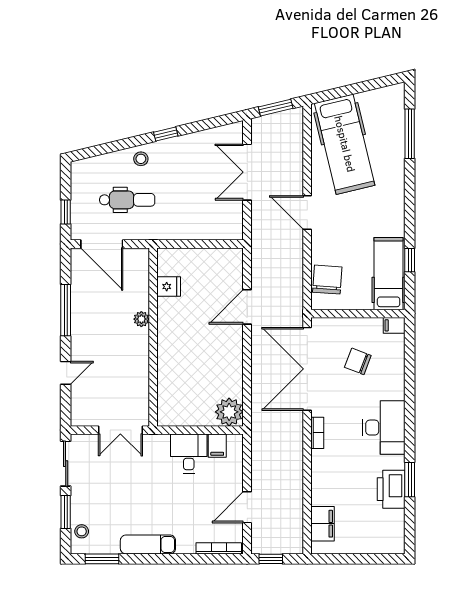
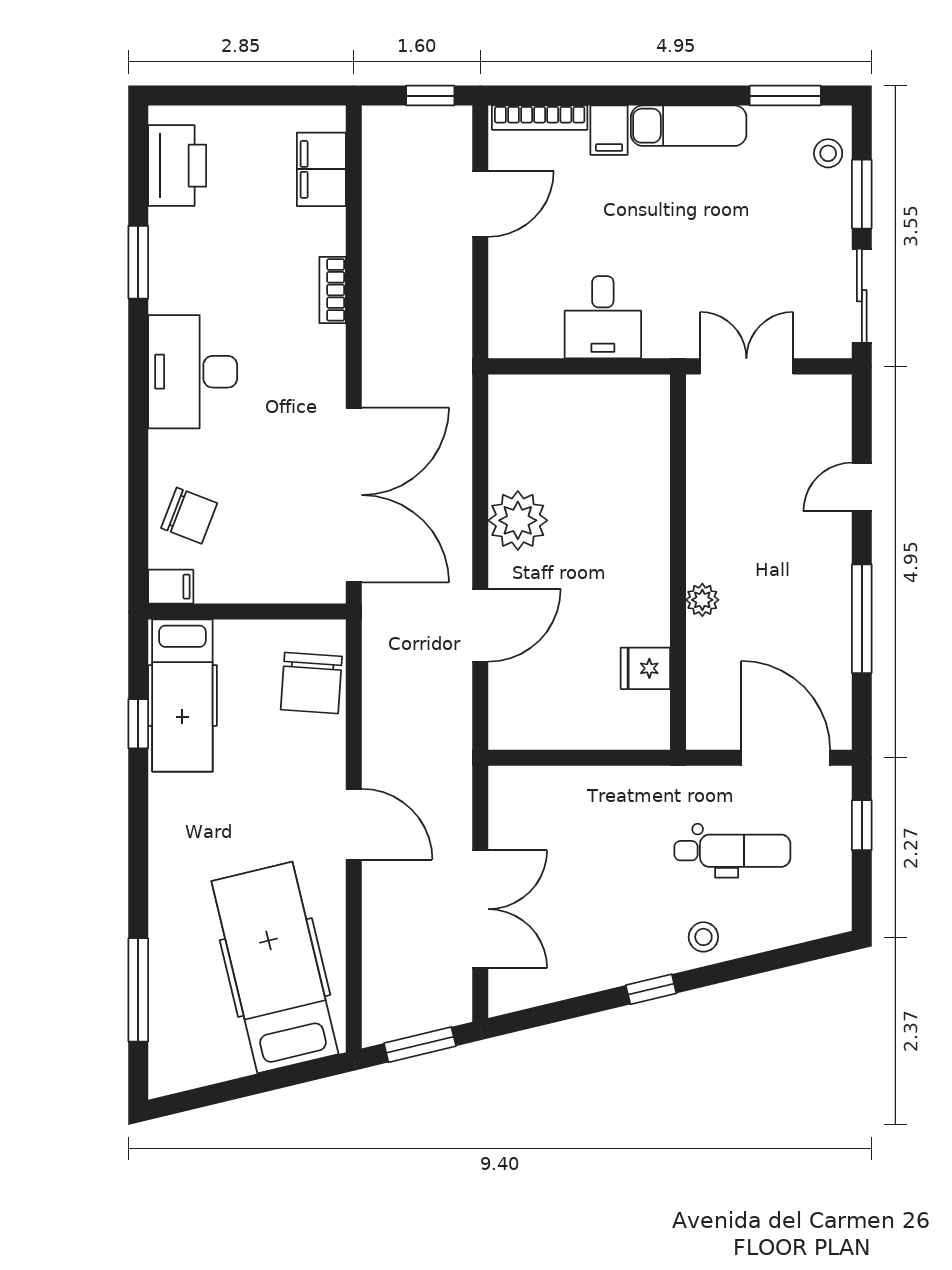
dental chair: (127, 200) -> (732, 851), turned 180
chair: (358, 361) -> (189, 516), moved
plant: (229, 412) -> (518, 520), moved
bookcase: (317, 433) -> (333, 290), moved
filing cabinet: (217, 446) -> (609, 130), moved, turned 180
printer: (391, 489) -> (177, 166), moved

